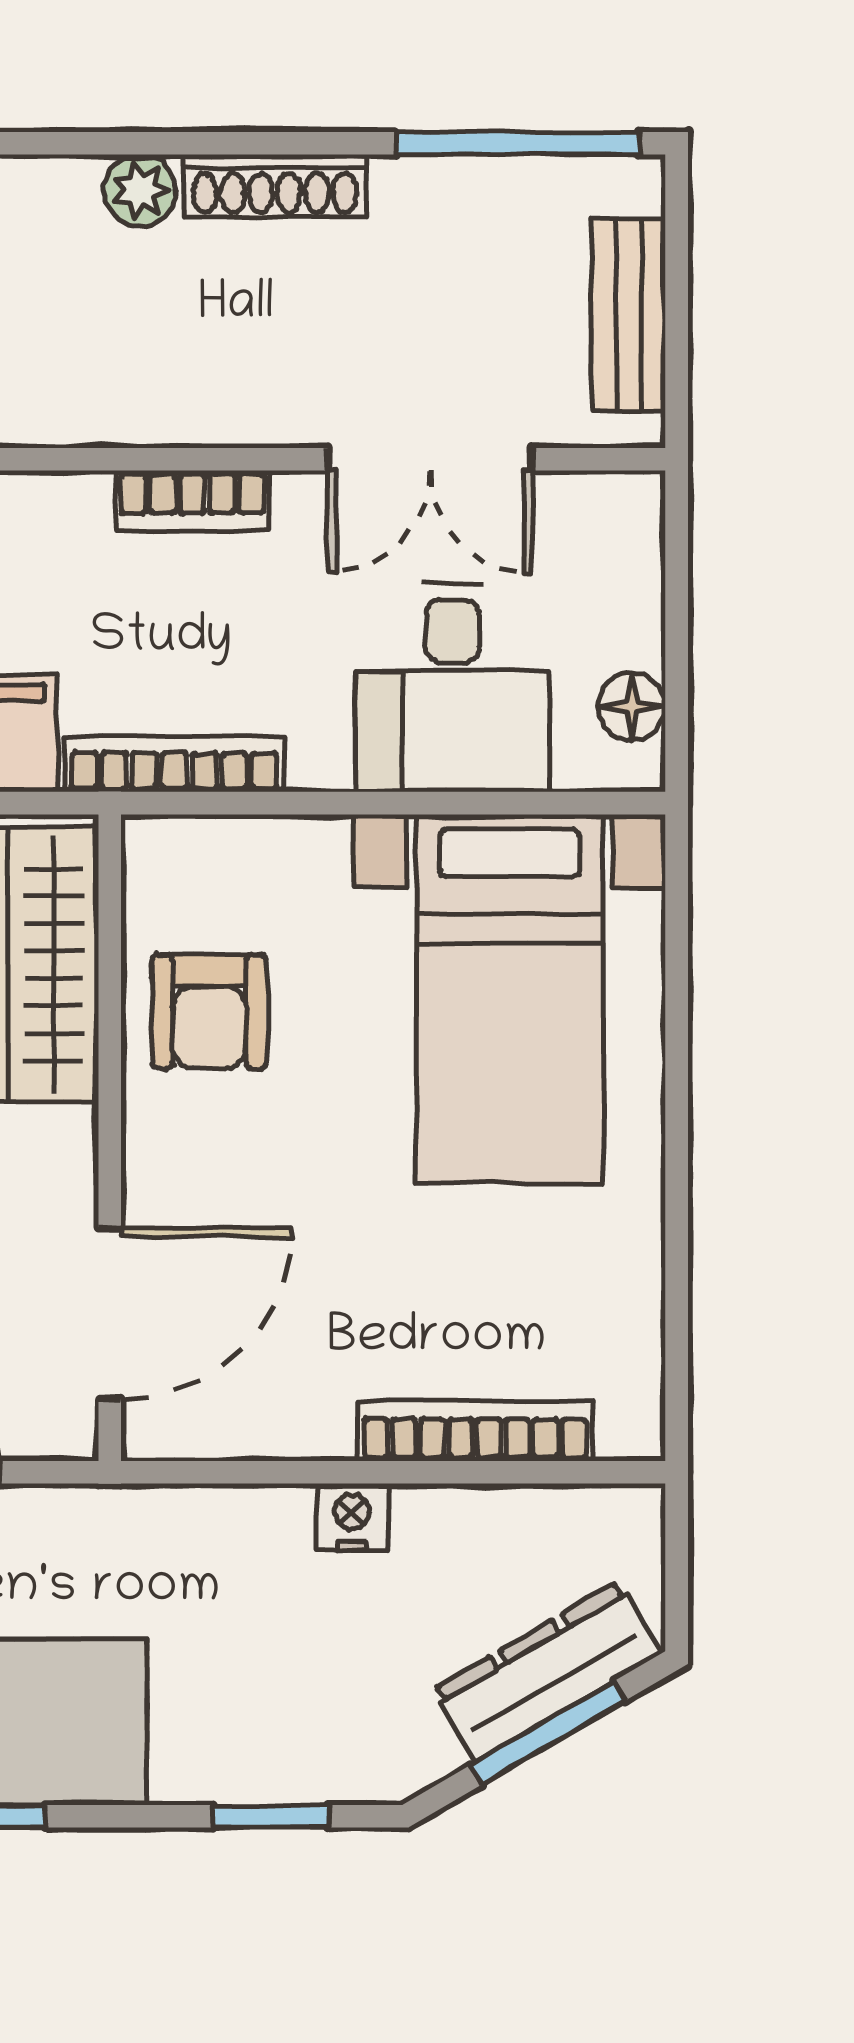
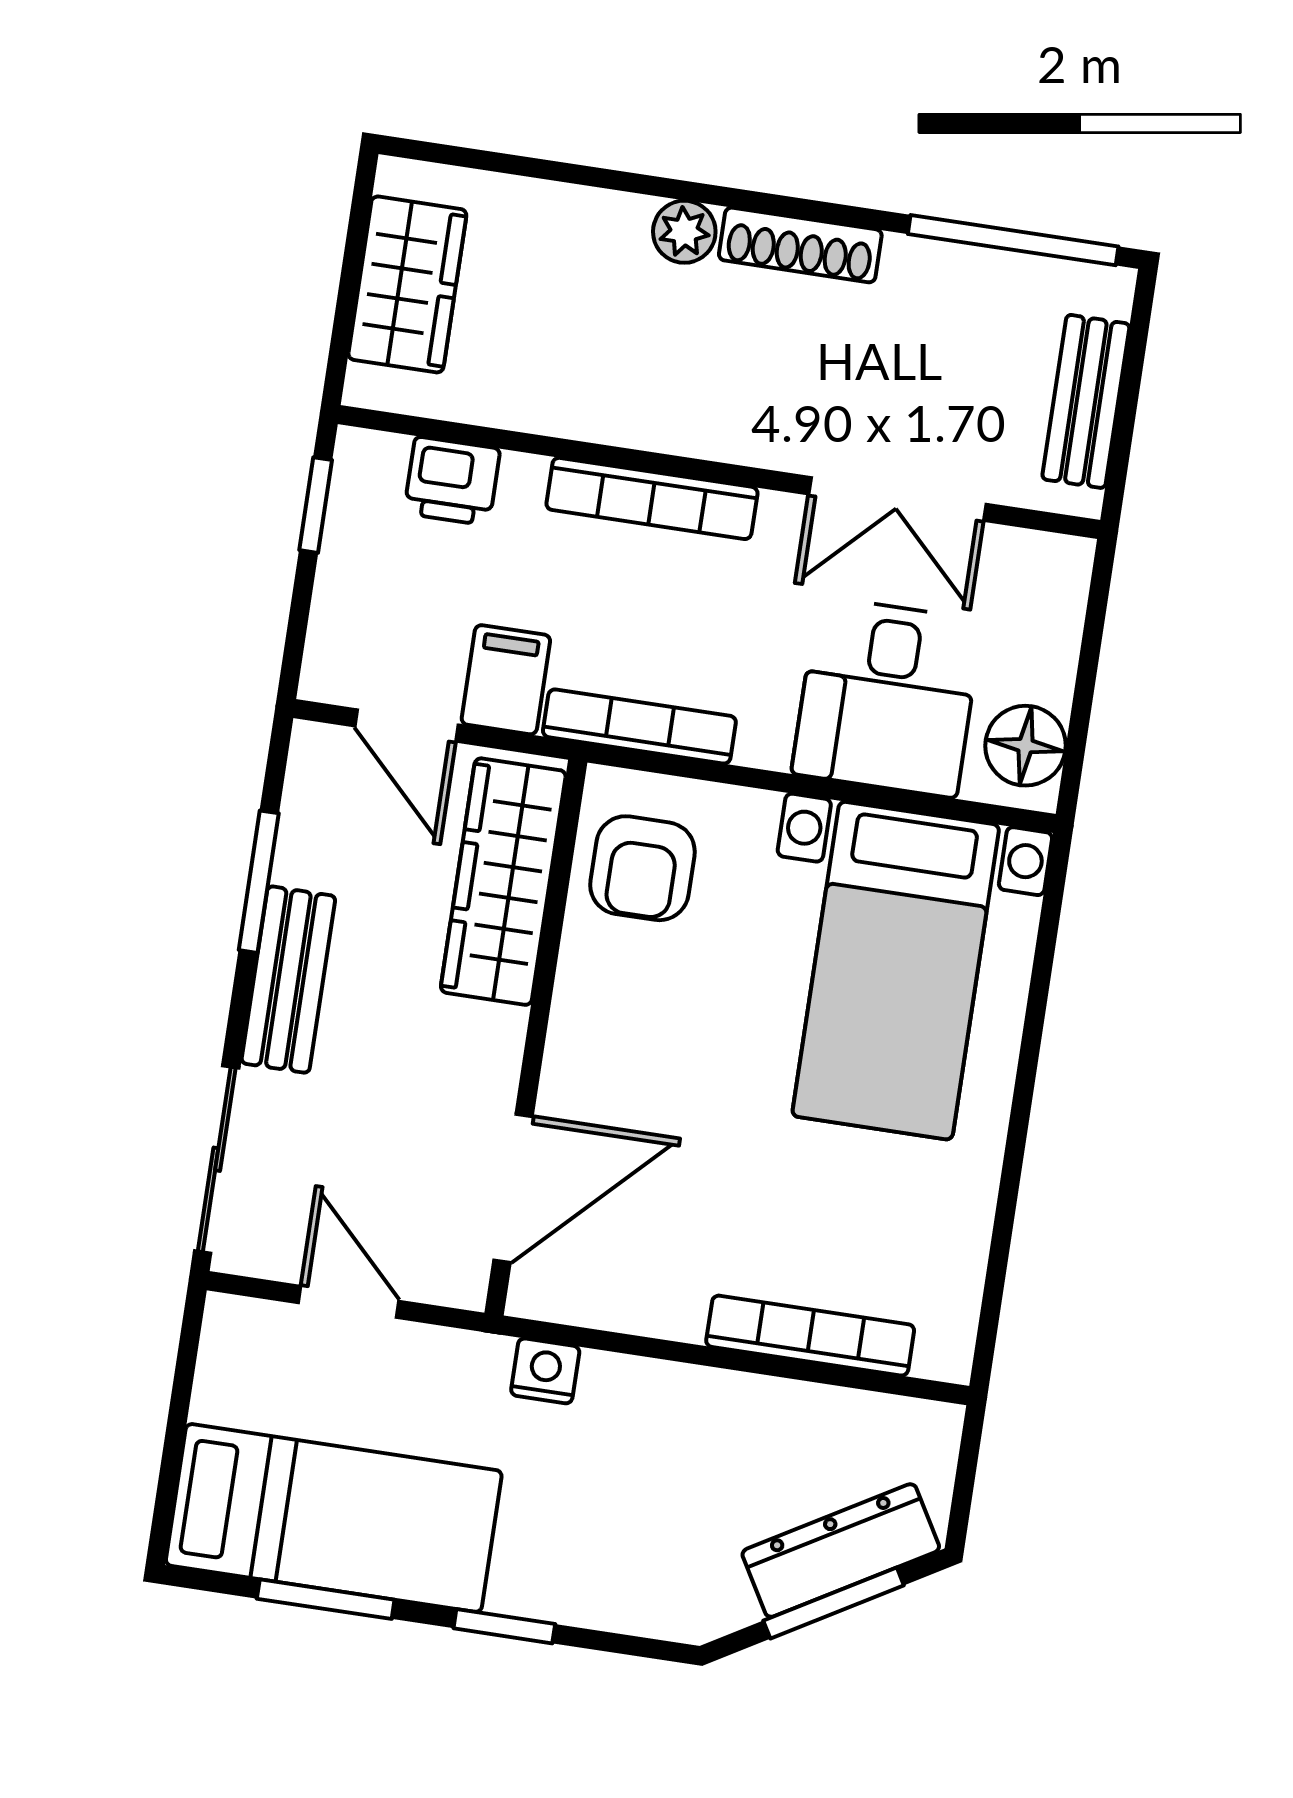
bookcase: (192, 501) -> (652, 498), width x1.56
floor lamp: (632, 707) -> (1026, 746), width x1.37, depth x1.37
armchair: (209, 1011) -> (642, 868), moved
nightstand: (352, 1517) -> (545, 1371), moved
window: (270, 1816) -> (504, 1626), moved

